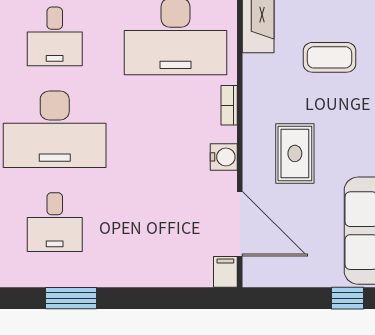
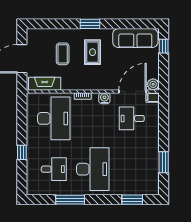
rug: (295, 153) -> (93, 52), moved, turned 90
desk: (55, 222) -> (132, 118), moved, turned 180
plant: (257, 273) -> (153, 84), added

